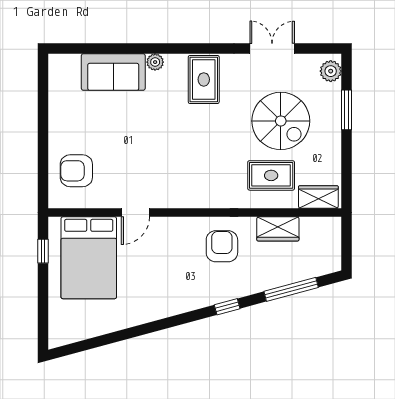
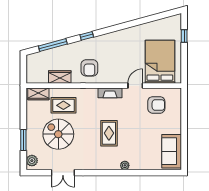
sofa: (113, 72) -> (172, 151), moved, turned -90
rug: (204, 79) -> (109, 133), moved
armchair: (76, 171) -> (156, 105), moved
fireplace: (183, 199) -> (110, 93), added
window: (43, 251) -> (184, 36), moved

